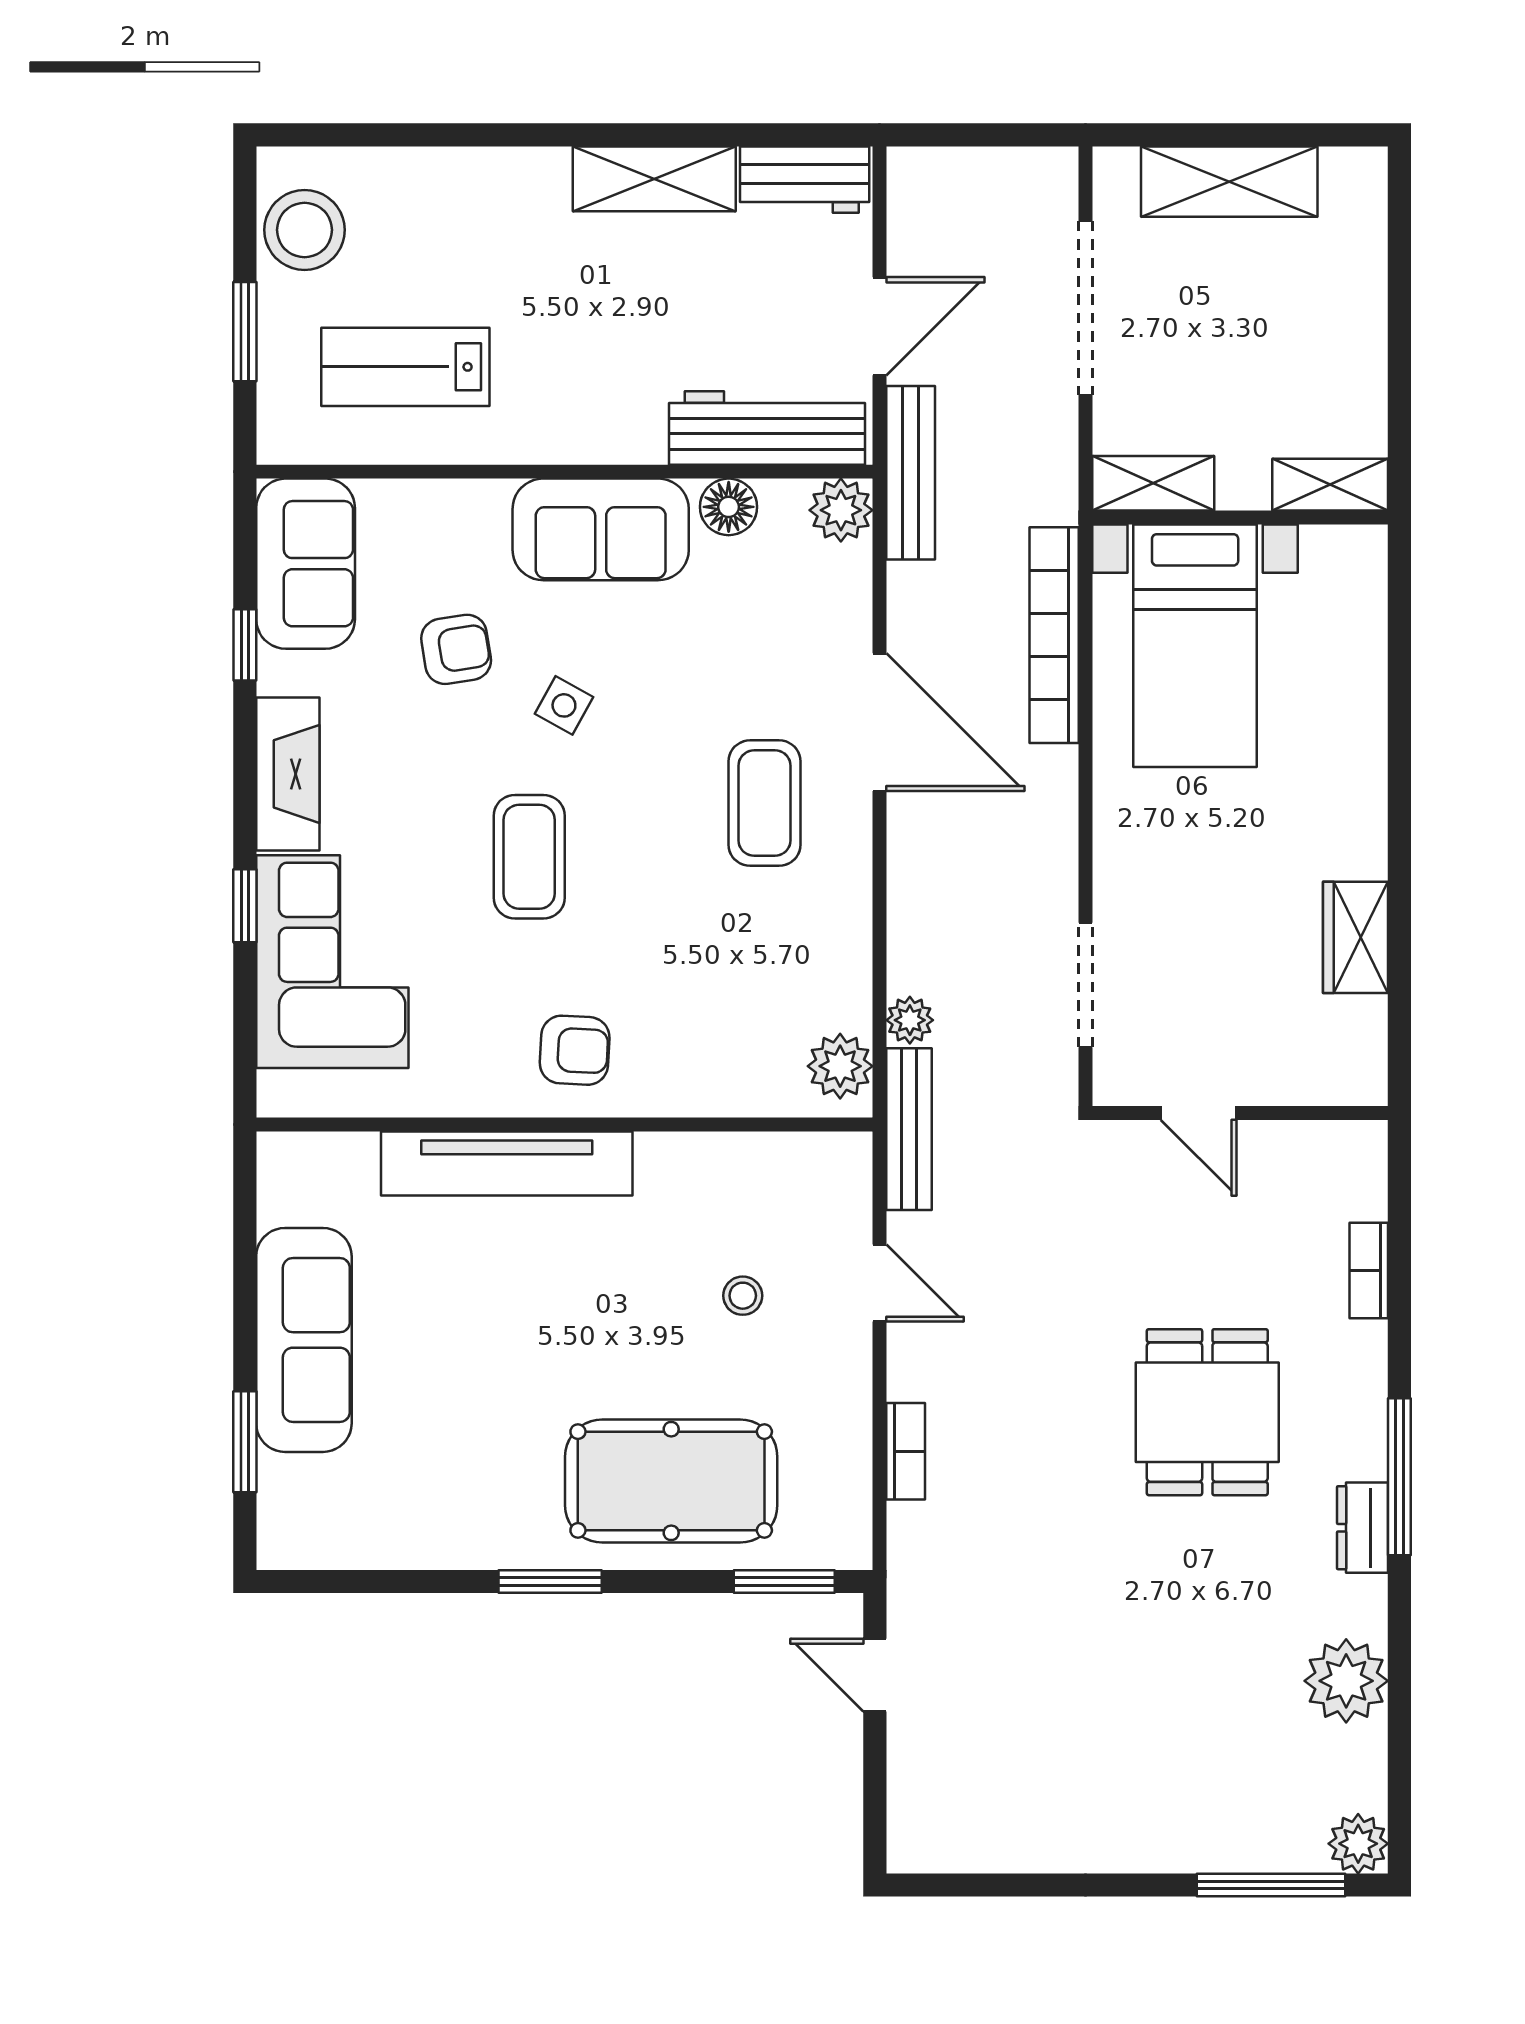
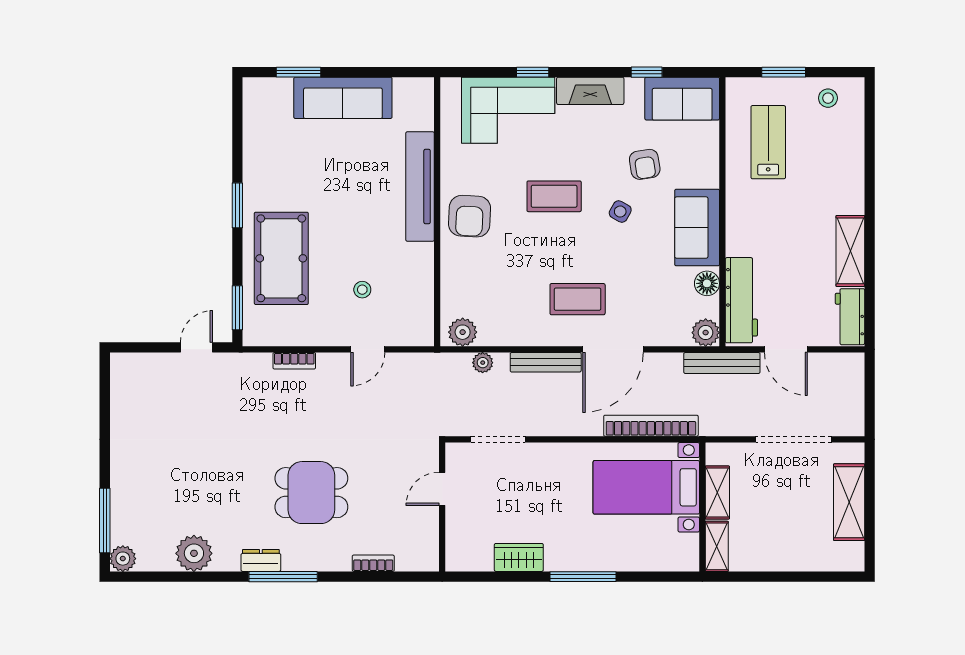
stool: (305, 230) -> (828, 98), width x0.53, depth x0.53
shelving: (1153, 483) -> (717, 492), moved
window: (1399, 790) -> (583, 577), added
armchair: (575, 1050) -> (470, 216), width x1.38, depth x1.38
bench: (909, 1129) -> (546, 362), moved

